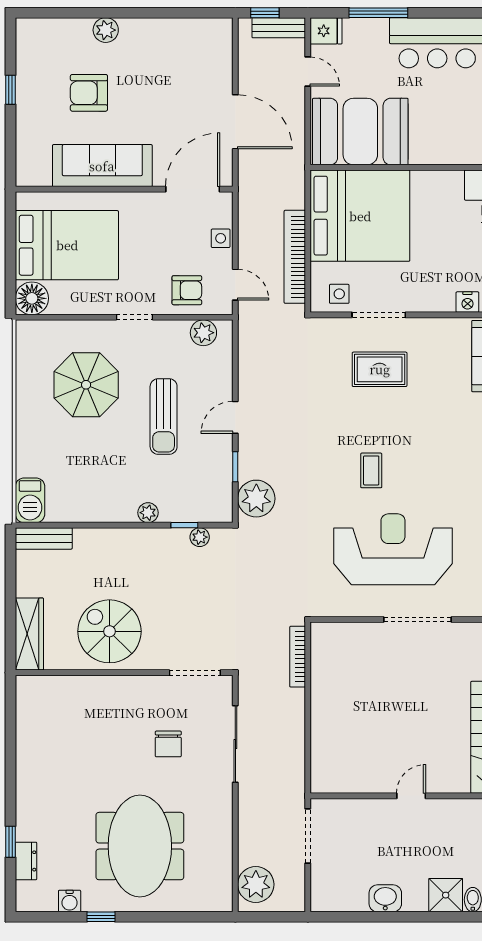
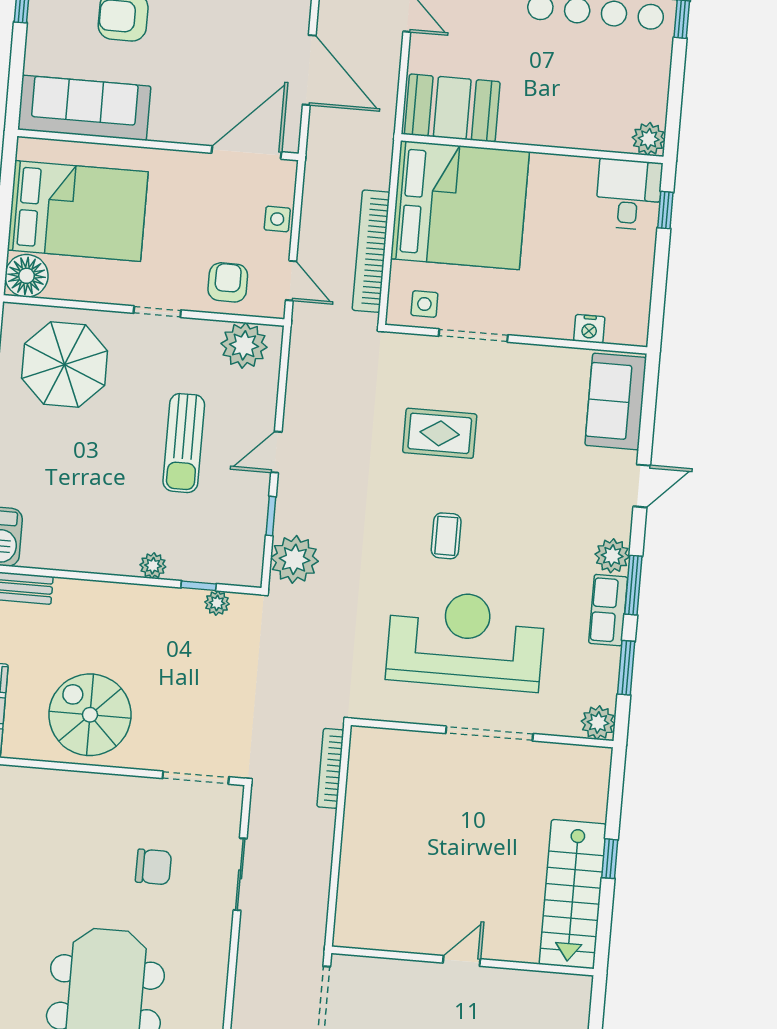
booth: (360, 132) -> (452, 108), width x0.73, depth x0.70
sofa: (102, 166) -> (84, 108), moved
armchair: (187, 290) -> (228, 282), turned -90
plant: (203, 333) -> (244, 345), width x1.36, depth x1.36
rug: (380, 369) -> (440, 433), moved
parasol: (86, 385) -> (65, 365), moved
chair: (168, 744) -> (153, 867), turned -90
sliding door: (235, 744) -> (240, 874), width x0.73

